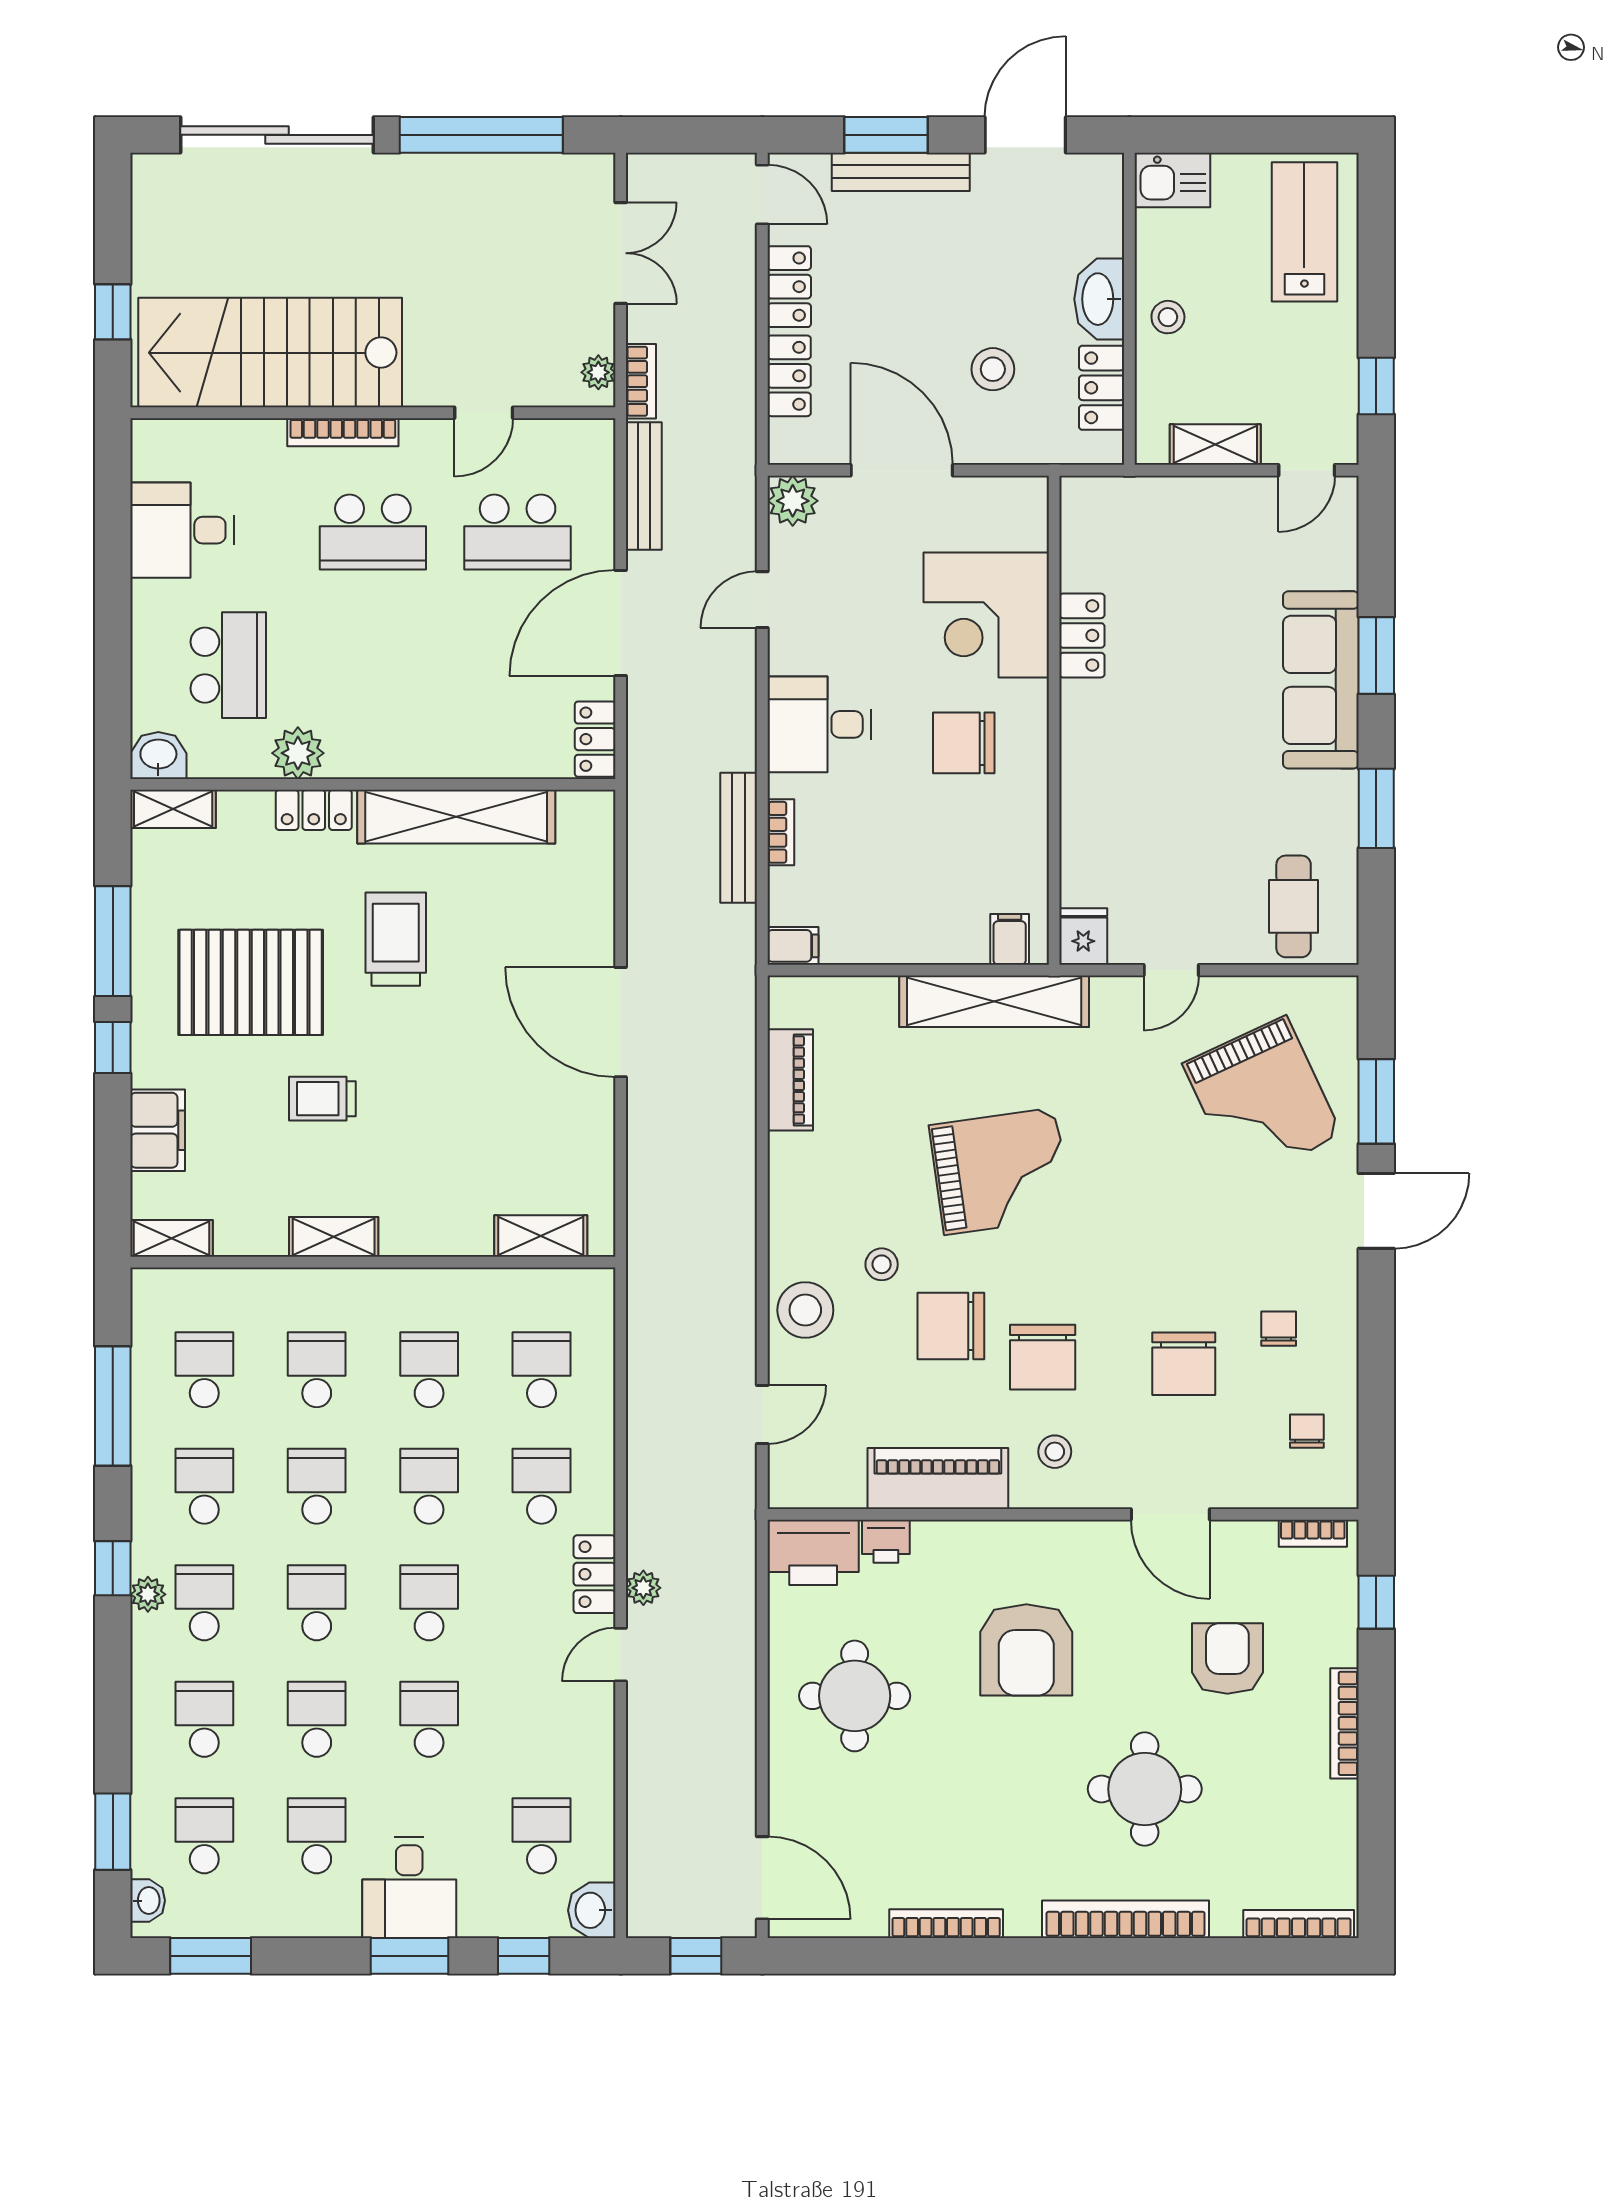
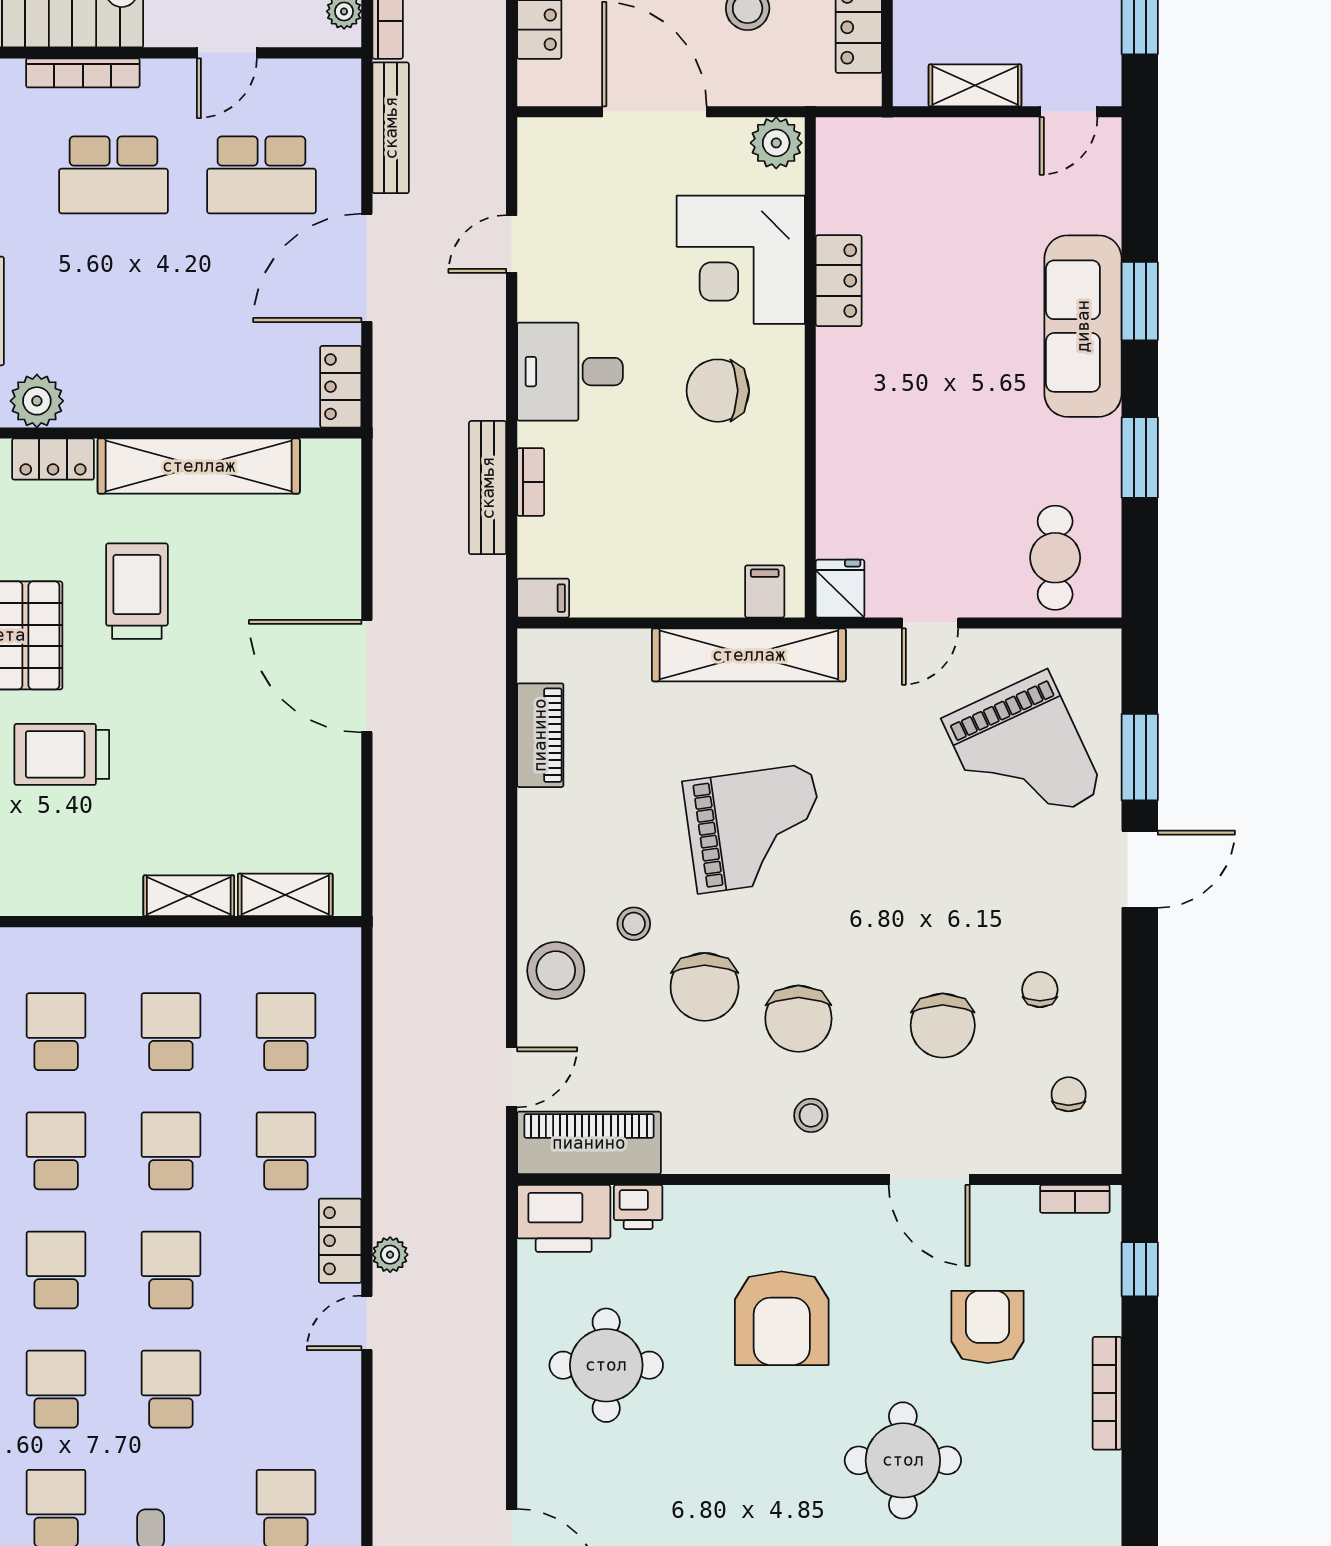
plant: (793, 501) -> (776, 143), moved
trolley: (322, 1099) -> (62, 754), width x1.36, depth x1.39
shelving: (334, 1237) -> (189, 896), moved
chair: (951, 1326) -> (705, 987), turned -90
piano: (938, 1478) -> (589, 1143), moved

